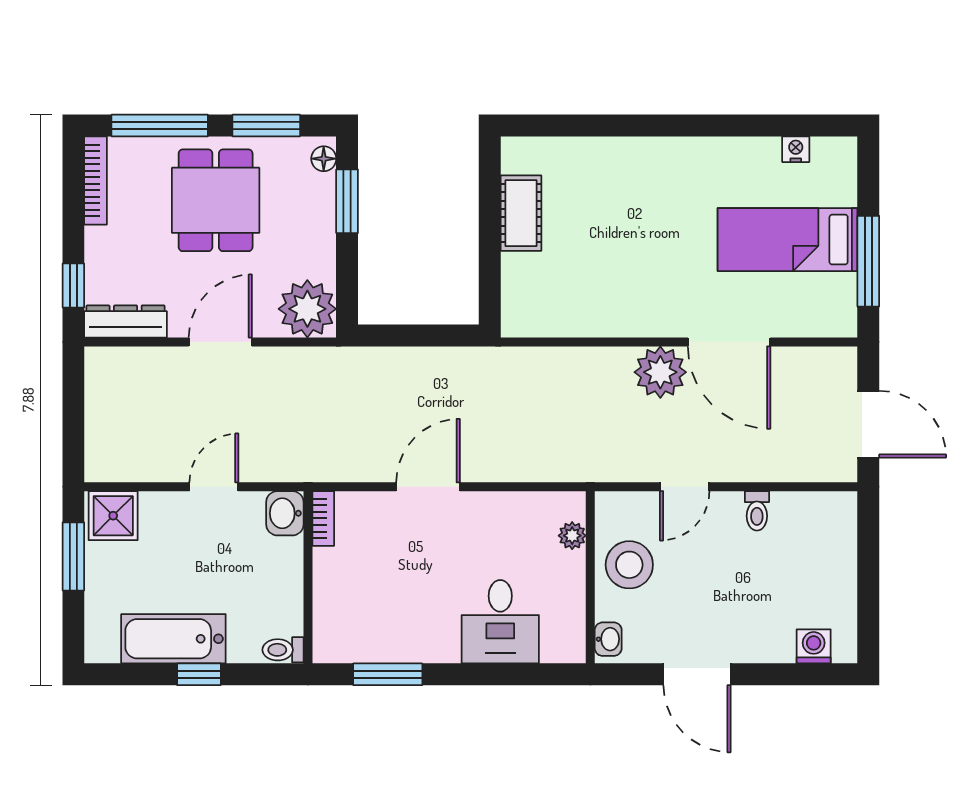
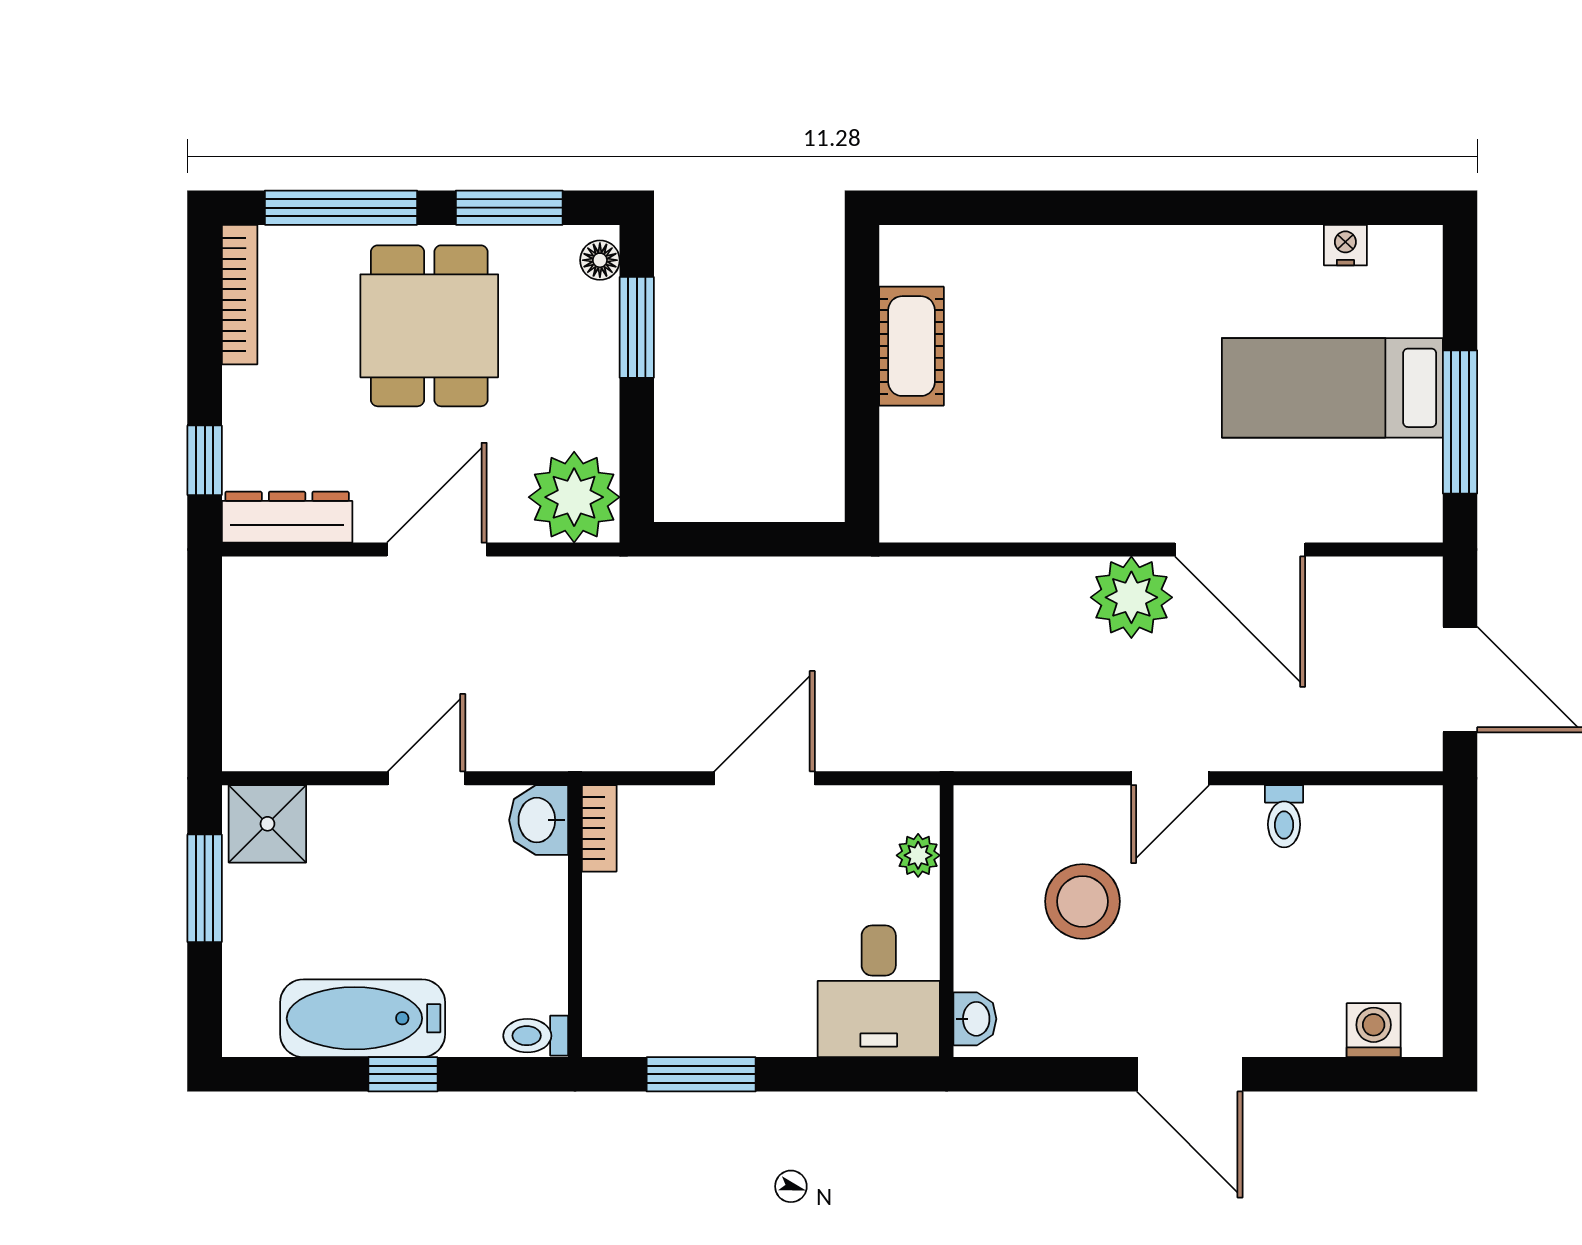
plant: (572, 536) -> (918, 855), moved
wall: (590, 577) -> (947, 921), moved
washbasin: (608, 639) -> (975, 1019), moved

